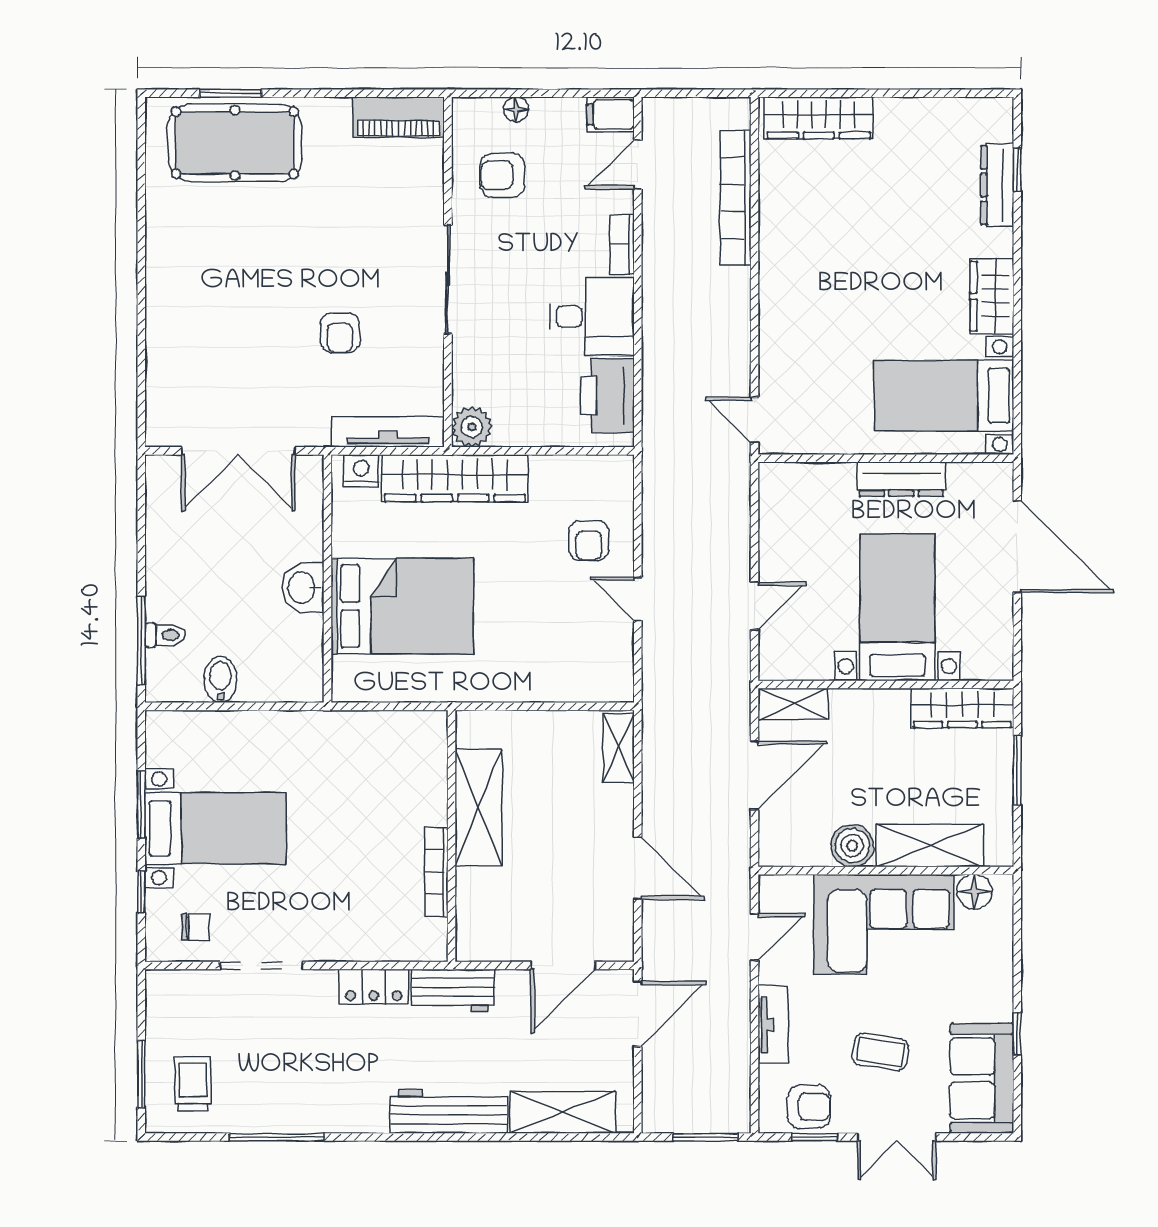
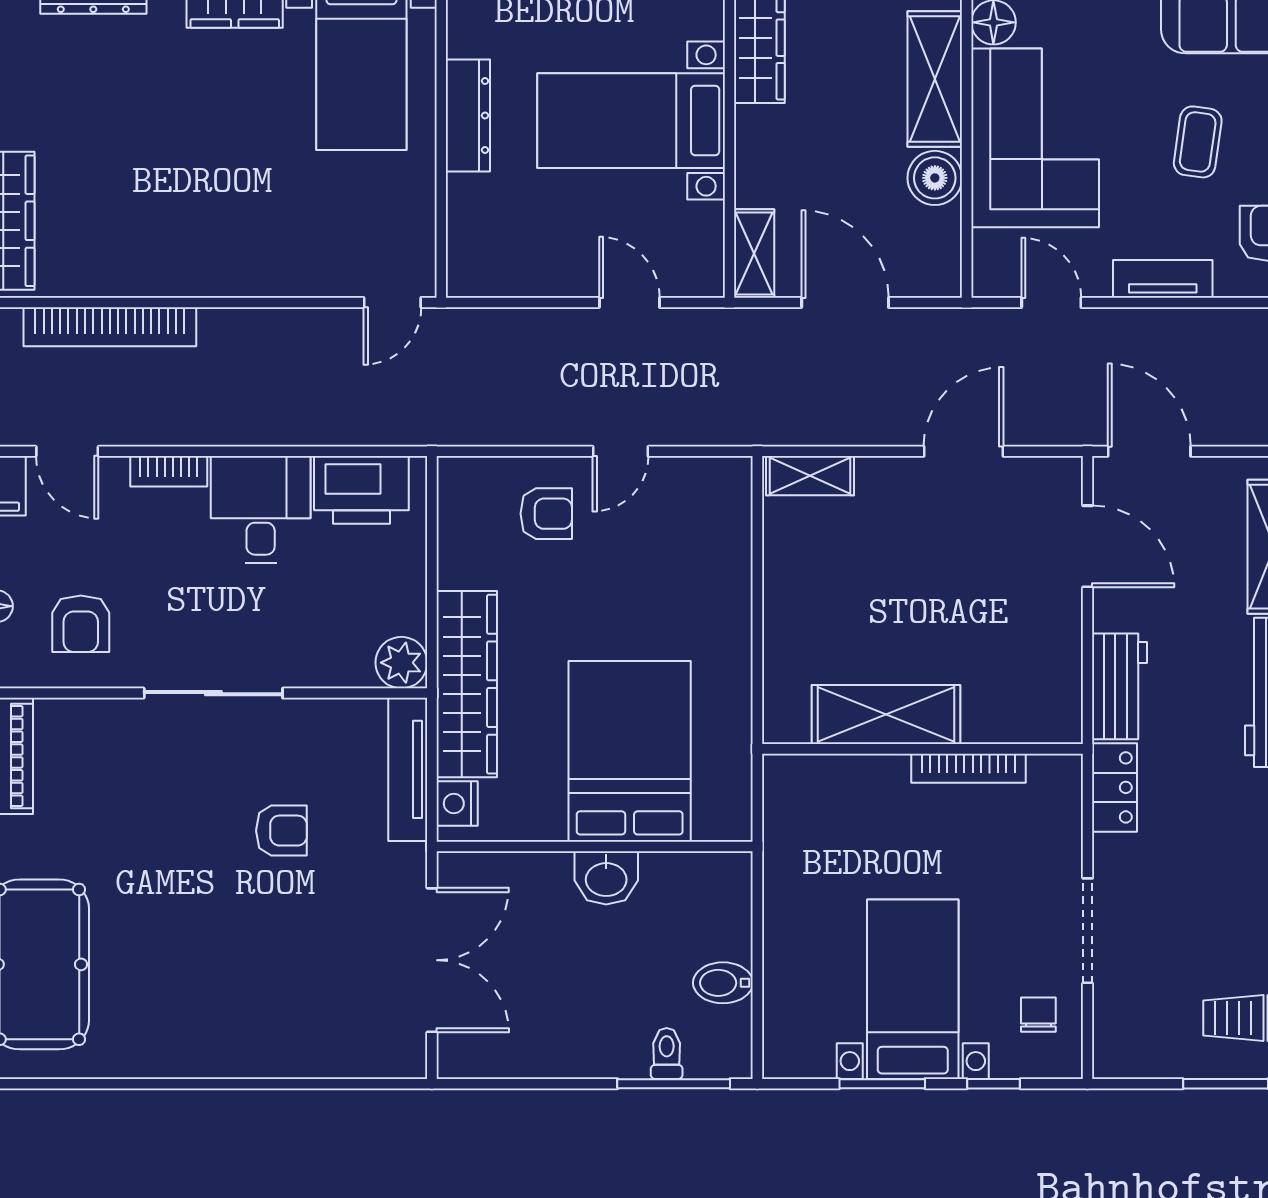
shelving: (478, 807) -> (886, 715), moved
wall: (452, 836) -> (922, 749), moved
bookcase: (436, 872) -> (968, 768), moved

